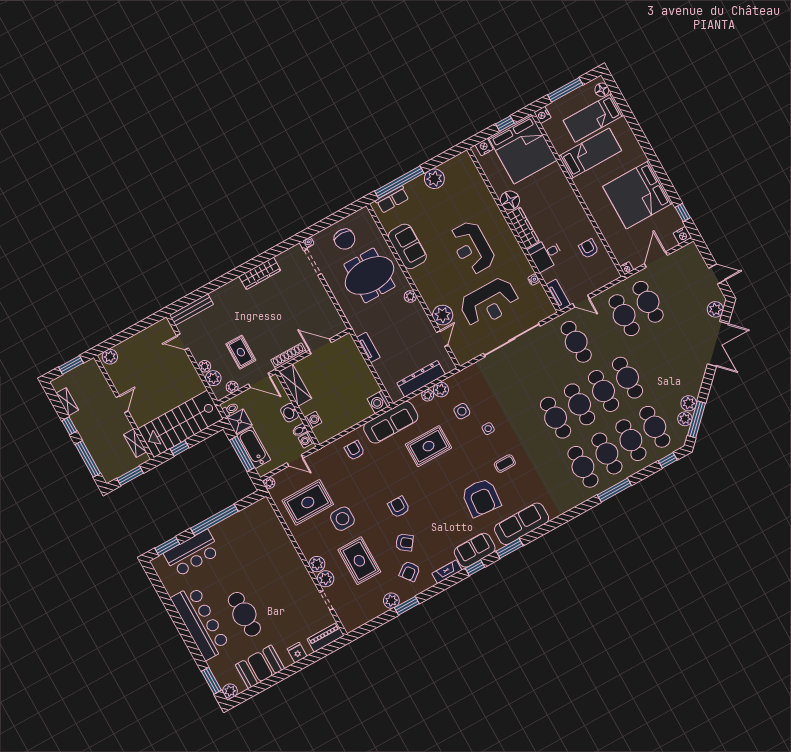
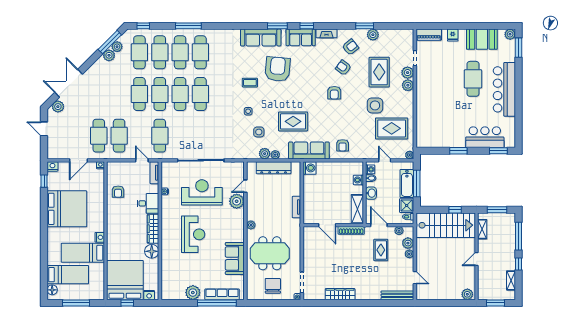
nightstand: (543, 115) -> (100, 237), moved
row of seats: (392, 199) -> (222, 294), width x1.48
window: (214, 520) -> (458, 151), width x0.47

